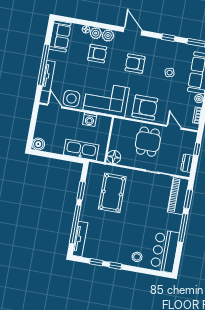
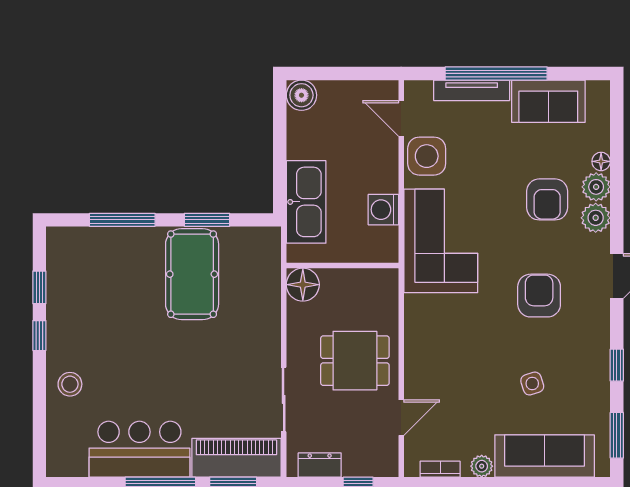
sofa: (60, 36) -> (548, 101), moved
door: (55, 106) -> (401, 118), swing flipped
armchair: (145, 107) -> (437, 339), removed
pool table: (112, 193) -> (192, 274), moved, turned 90
window: (75, 224) -> (122, 220), width x0.68
tv unit: (80, 239) -> (89, 238), removed
bar counter: (165, 251) -> (139, 449), moved

